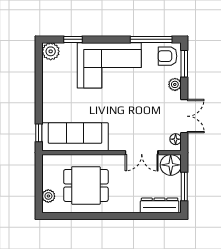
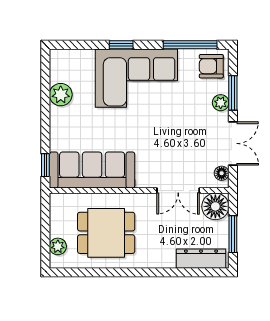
window: (73, 39) -> (121, 45), moved
plant: (51, 51) -> (61, 95), moved
window: (184, 64) -> (233, 93), moved

